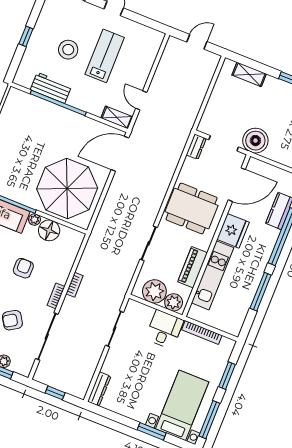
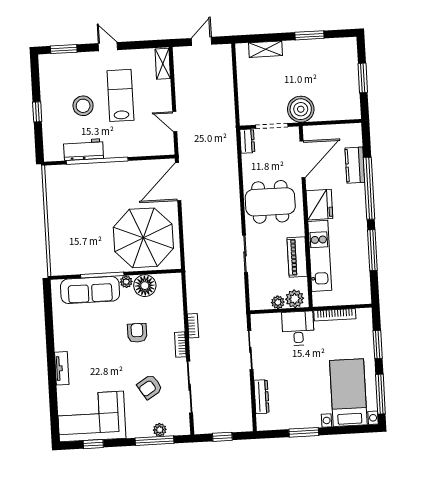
shelving: (117, 117) -> (163, 64), moved, turned 90
plant: (154, 291) -> (278, 302), width x0.53, depth x0.53
dresser: (99, 389) -> (261, 397), moved
window: (152, 431) -> (304, 432), moved

